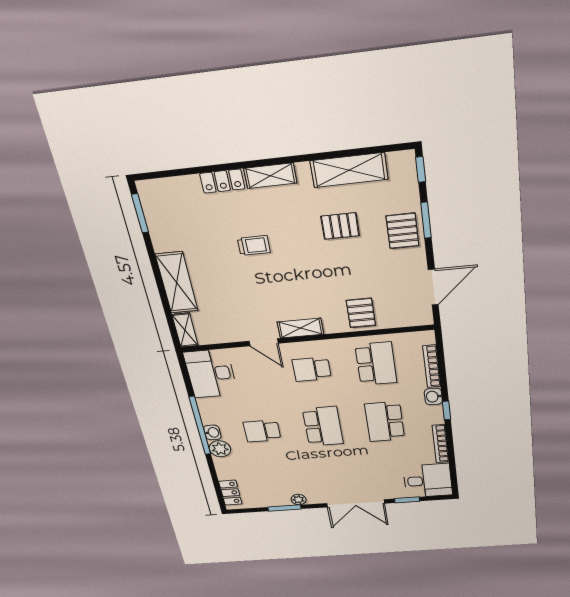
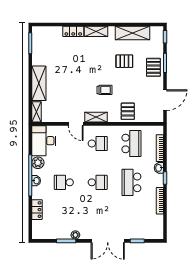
trolley: (254, 245) -> (105, 90), moved
school desk: (312, 369) -> (98, 143), turned 180
school desk: (323, 426) -> (98, 182), width x0.54
plant: (220, 449) -> (38, 163), moved
desk: (428, 481) -> (150, 227), removed
locker: (230, 493) -> (37, 210), moved

